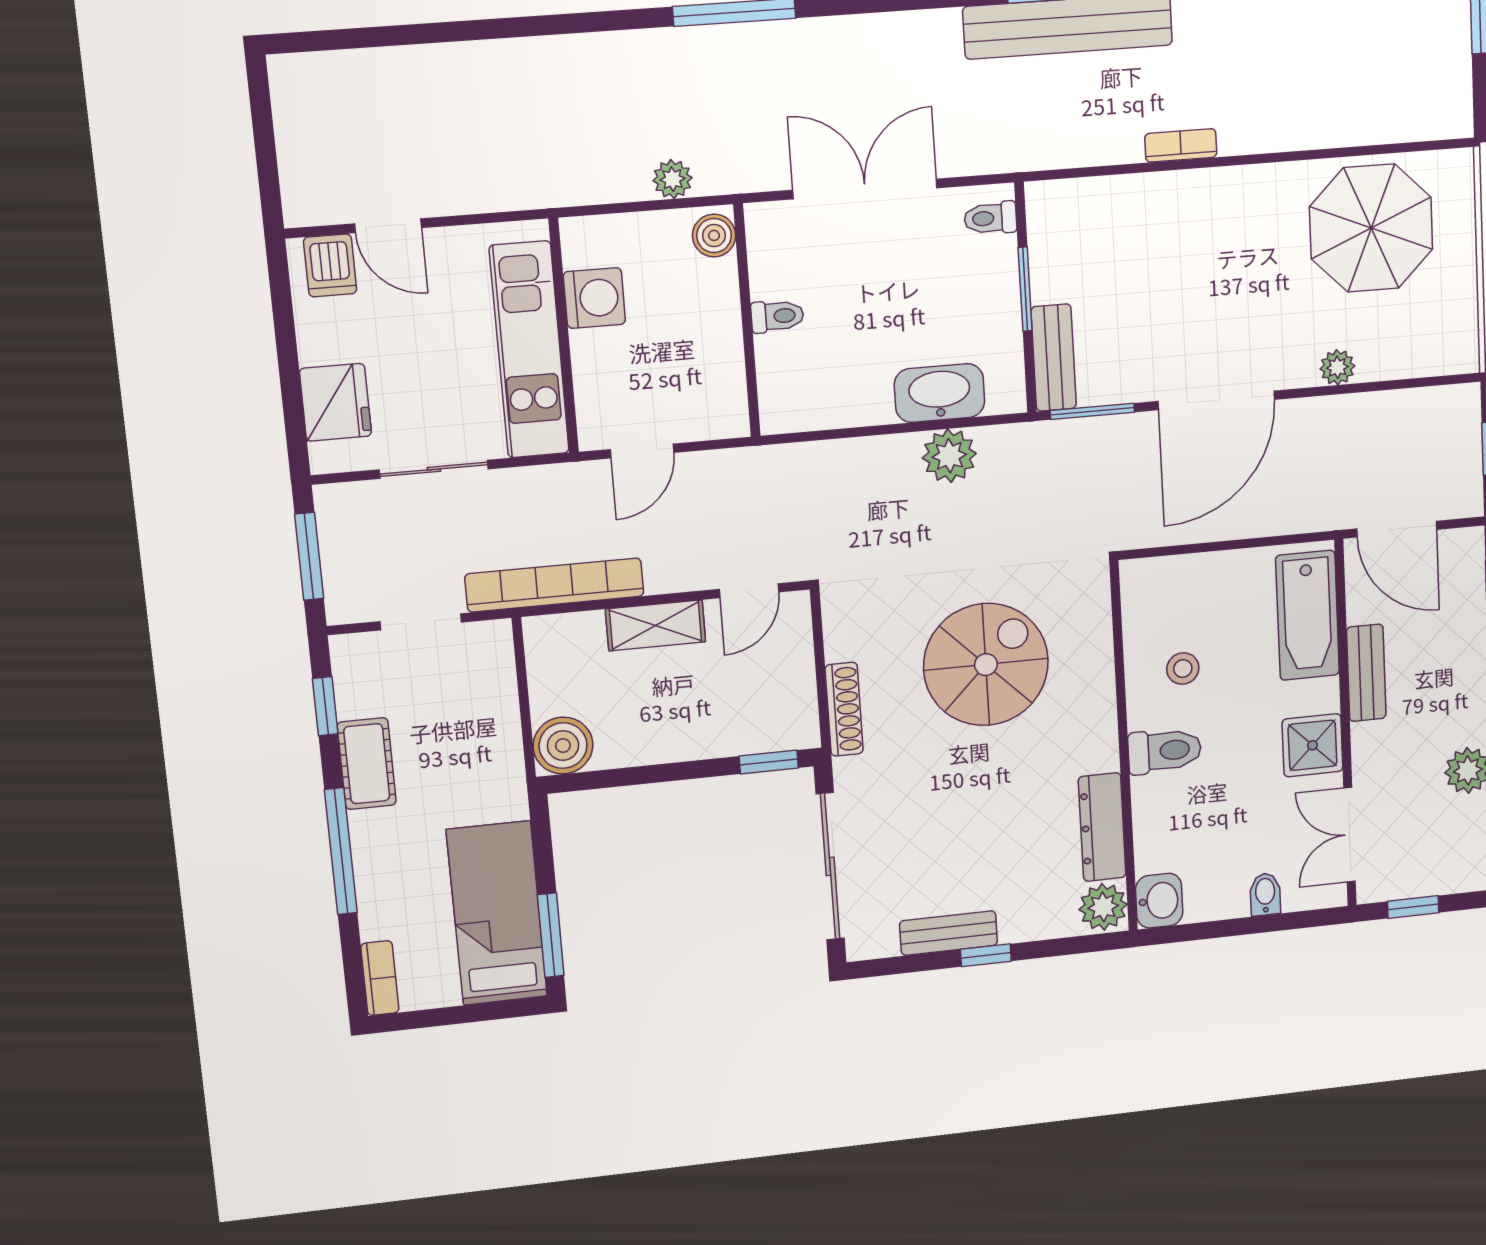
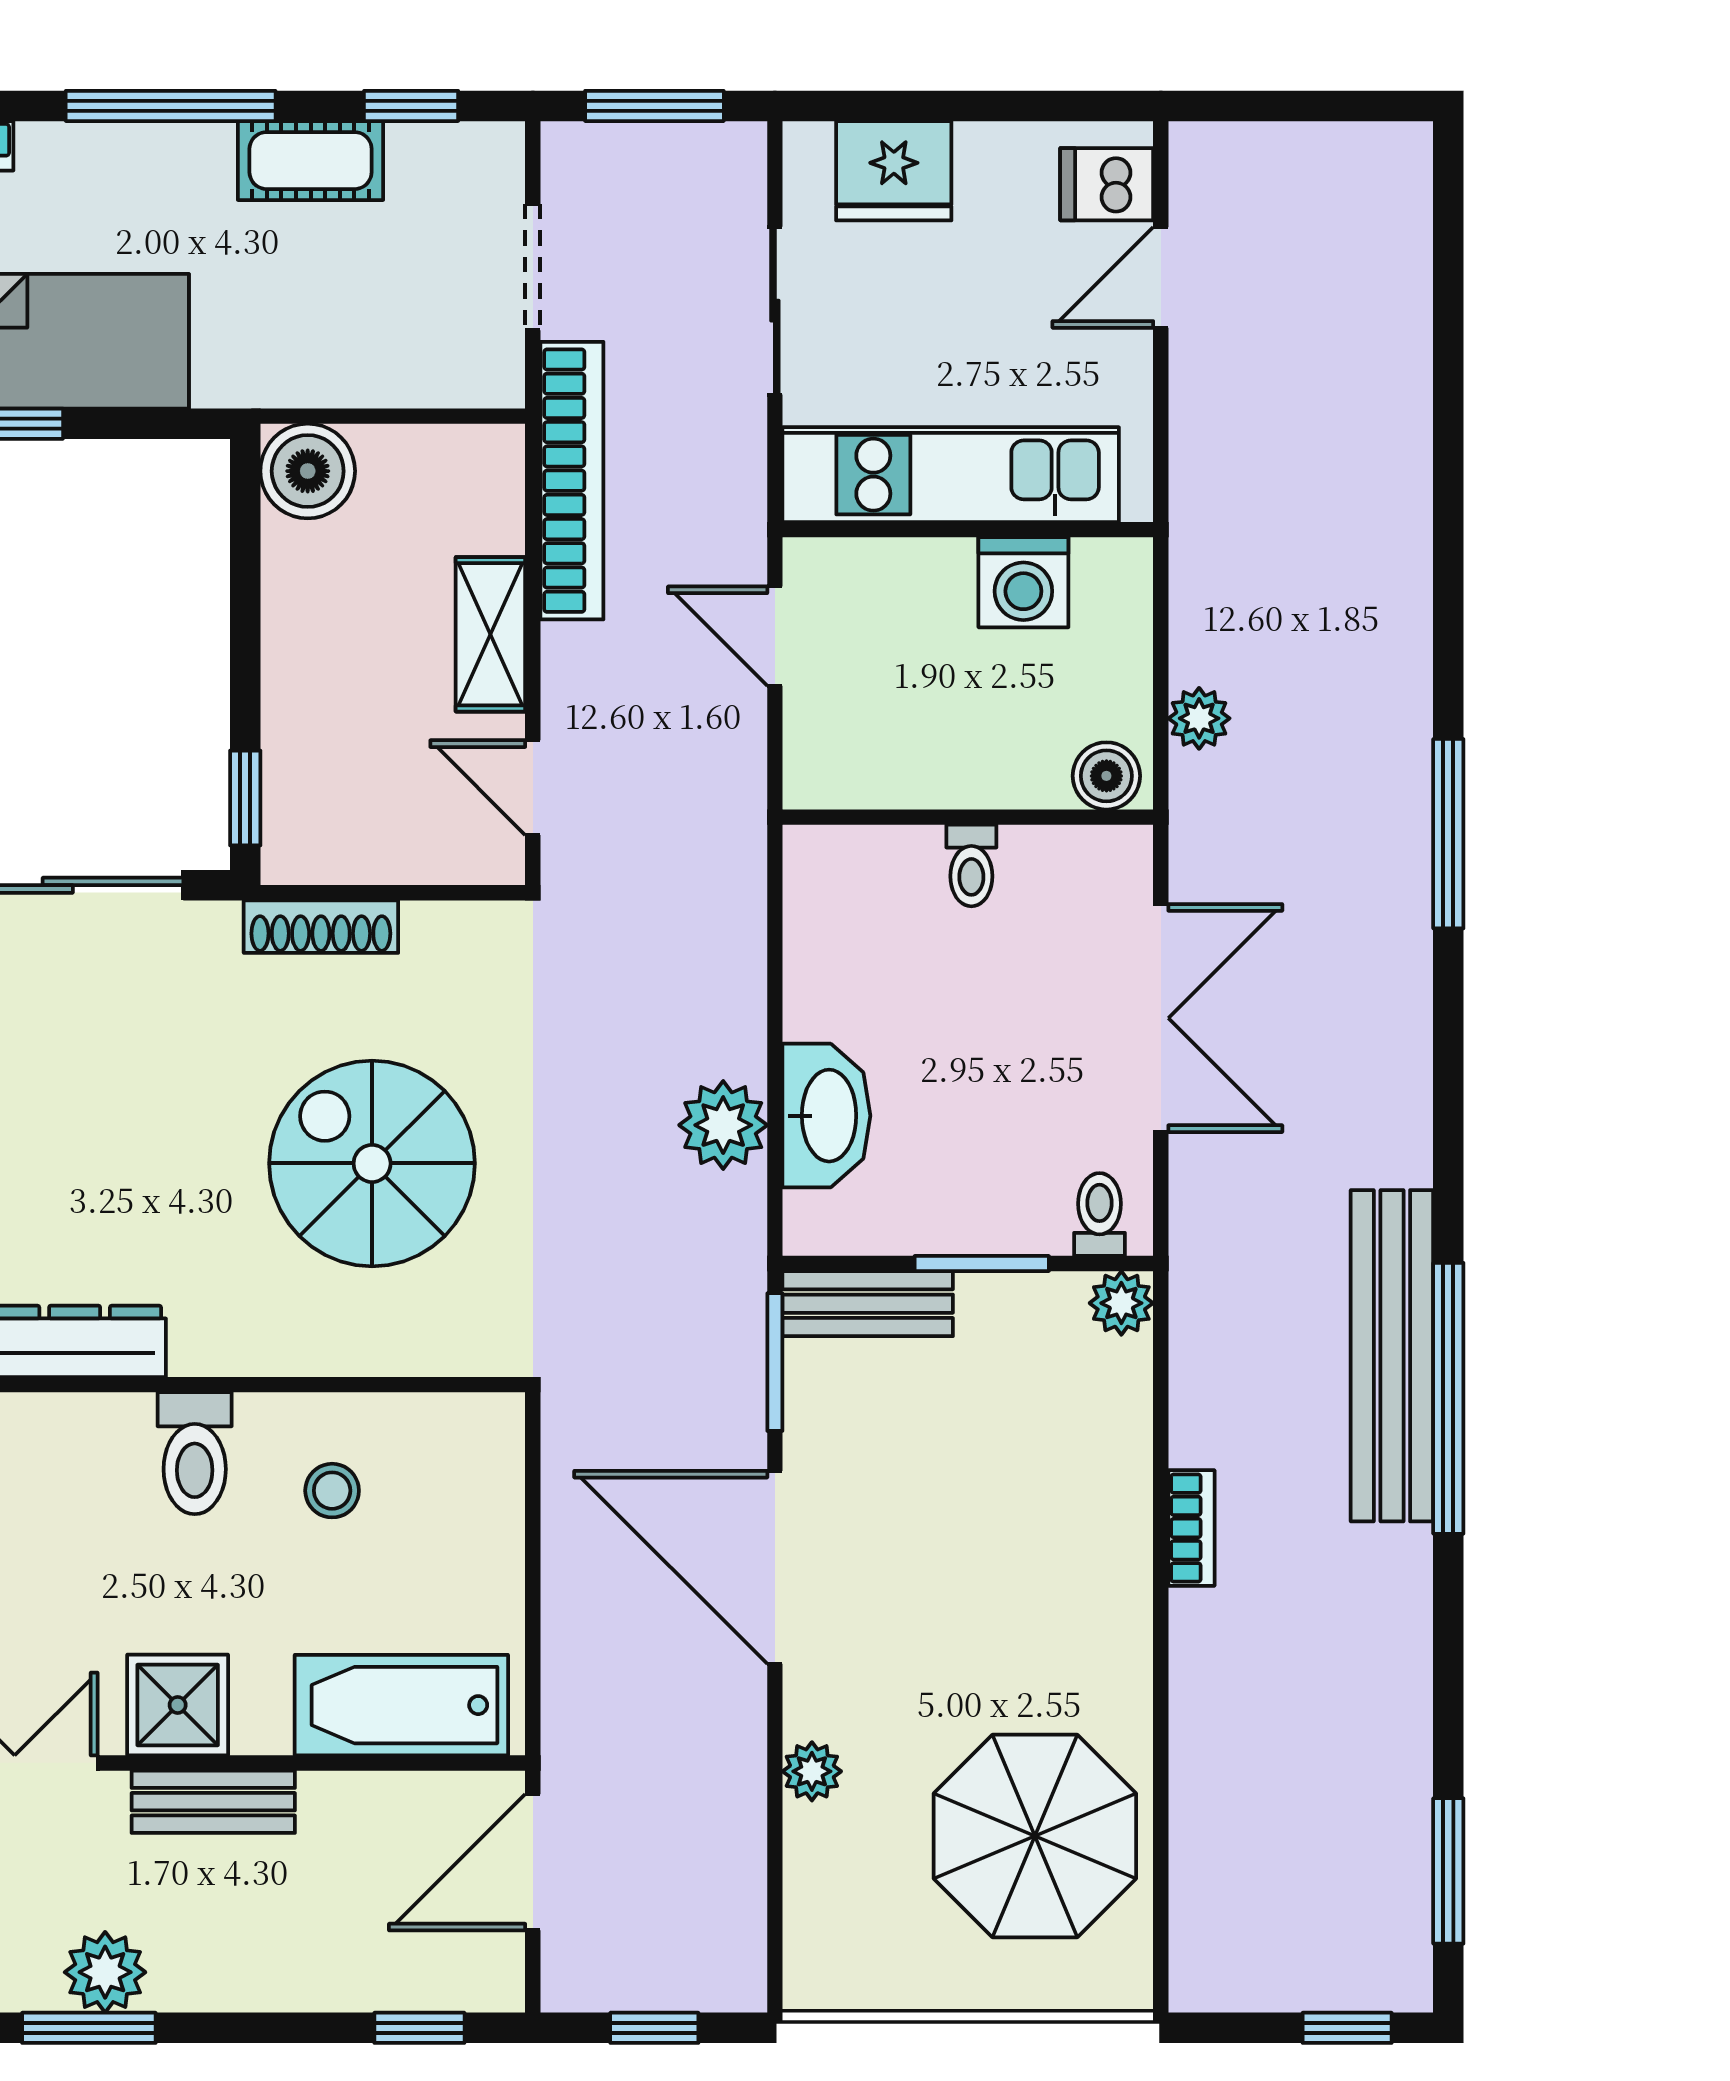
plant: (1044, 200) -> (1121, 1303), added
spiral stairs: (986, 665) -> (372, 1163), turned 180
bench: (1366, 673) -> (213, 1802), moved

